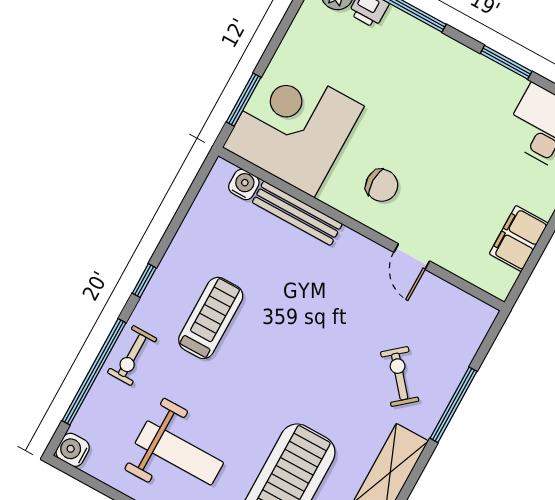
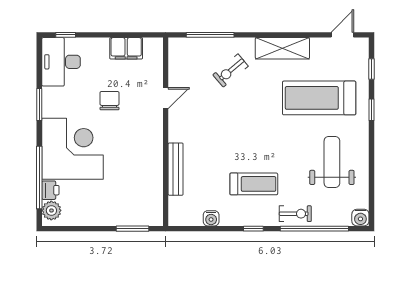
corner desk: (294, 127) -> (73, 149), moved, turned 180
water cooler: (244, 185) -> (211, 218), moved, turned -90
chair: (382, 185) -> (109, 101), moved
treadmill: (211, 318) -> (254, 184), turned 180
window: (453, 405) -> (210, 35), moved

